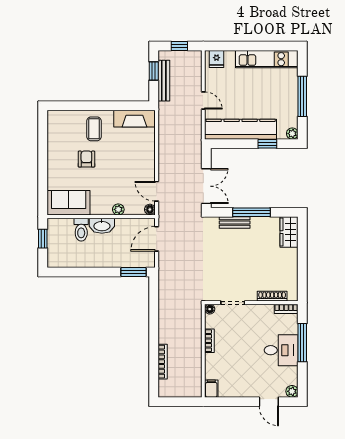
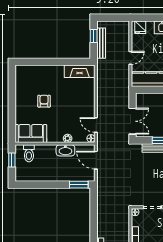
window: (179, 46) -> (113, 18), removed
door: (203, 100) -> (130, 58), hinge flipped
coffee table: (94, 129) -> (50, 79), removed
washbasin: (102, 226) -> (65, 150), moved
toilet: (81, 230) -> (29, 153), moved
door: (157, 239) -> (96, 160), hinge flipped

